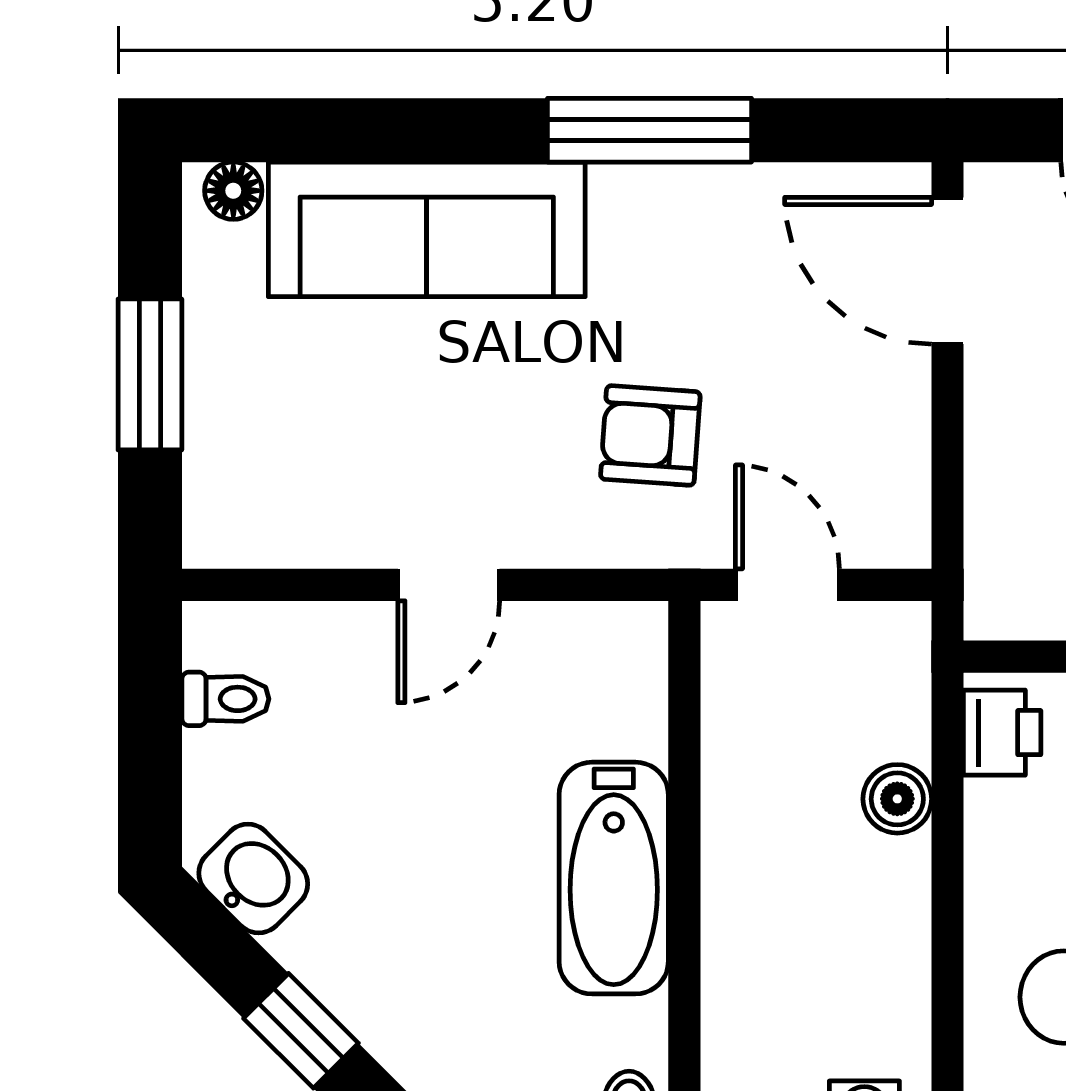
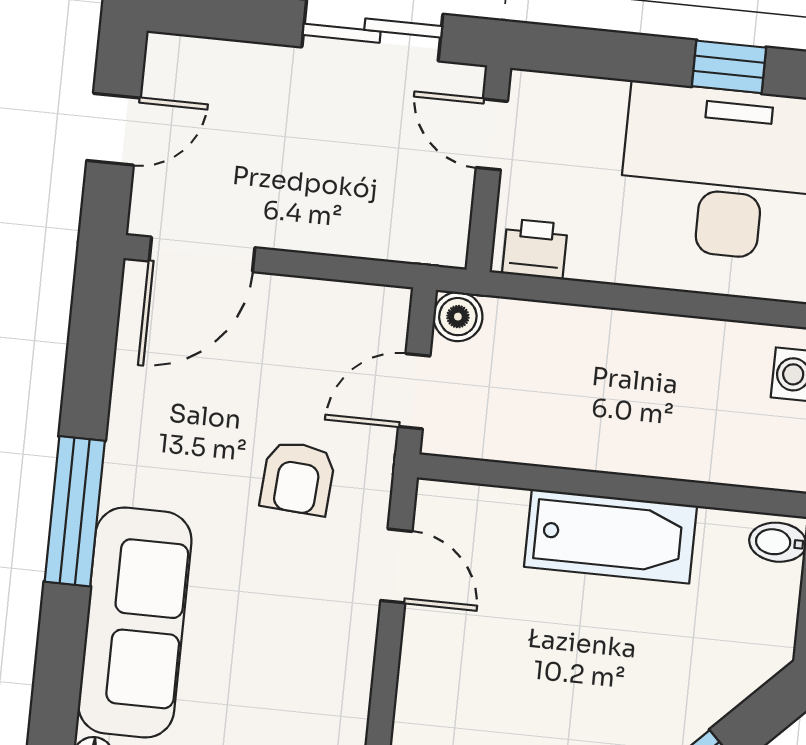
window: (650, 130) -> (75, 511), moved
door: (449, 585) -> (396, 566), moved
boiler: (897, 799) -> (458, 317), moved

